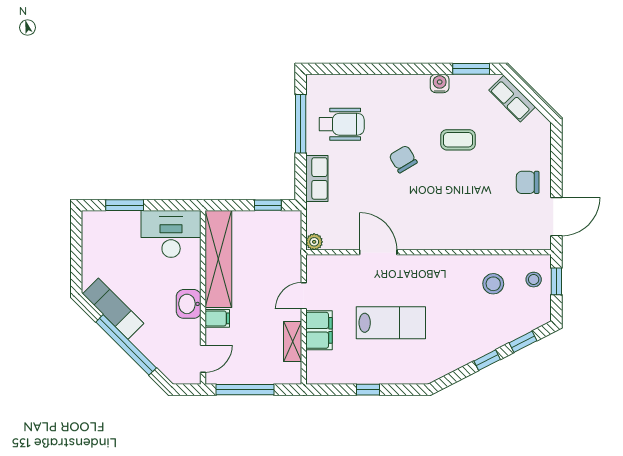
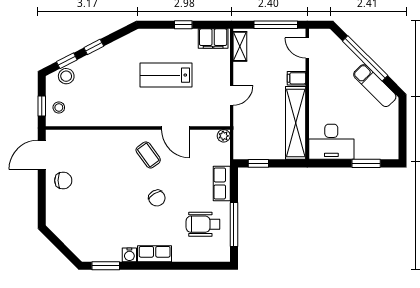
row of seats: (512, 99) -> (155, 254), moved, turned -45
coffee table: (458, 140) -> (148, 155), moved, turned 54
stool: (493, 284) -> (66, 76), moved
washbasin: (189, 304) -> (318, 89), removed
filing cabinet: (319, 330) -> (213, 39), moved, turned -90
shelving: (293, 342) -> (240, 46), moved
door: (203, 359) -> (307, 48), hinge flipped

